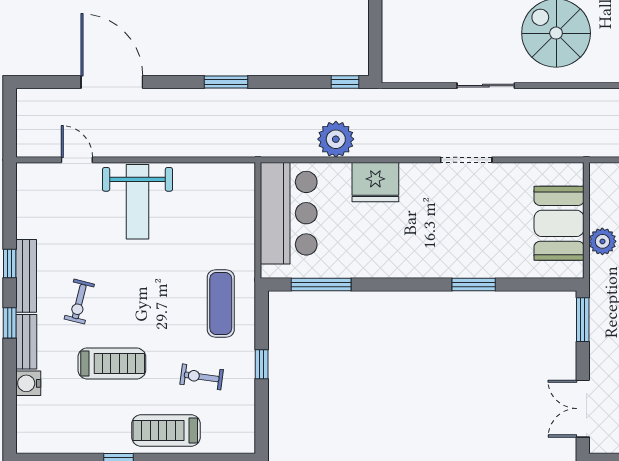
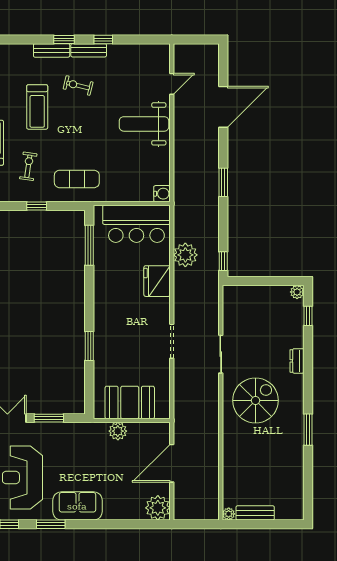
bench: (26, 276) -> (89, 50), width x0.73
window: (583, 320) -> (49, 418), moved
water cooler: (28, 383) -> (162, 194), moved, turned 90

